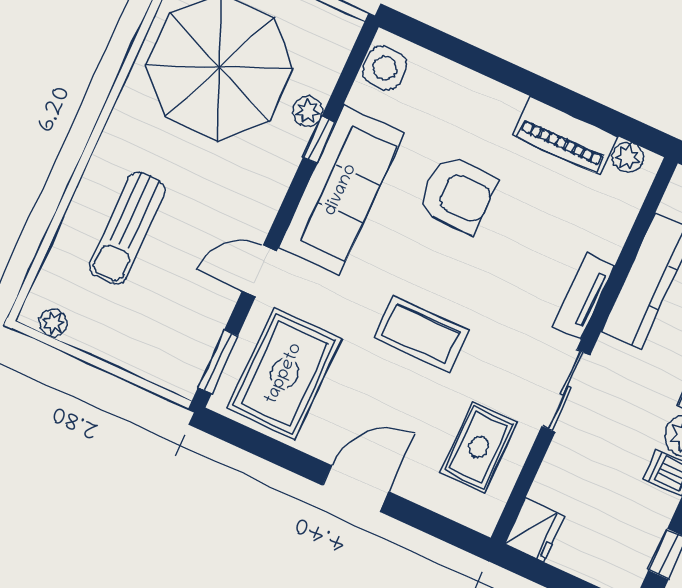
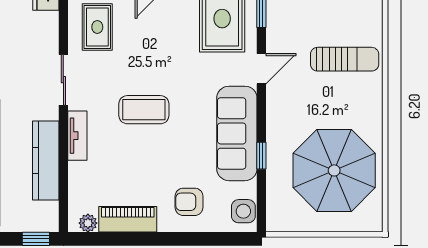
plant: (308, 111) -> (275, 168), removed
armchair: (457, 194) -> (189, 202), moved, width x0.72, depth x0.72
sun lounger: (127, 228) -> (345, 59), turned 90
coffee table: (421, 334) -> (144, 110), moved

